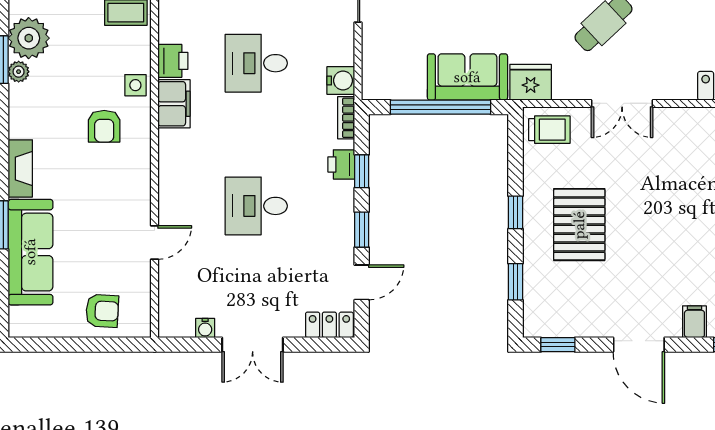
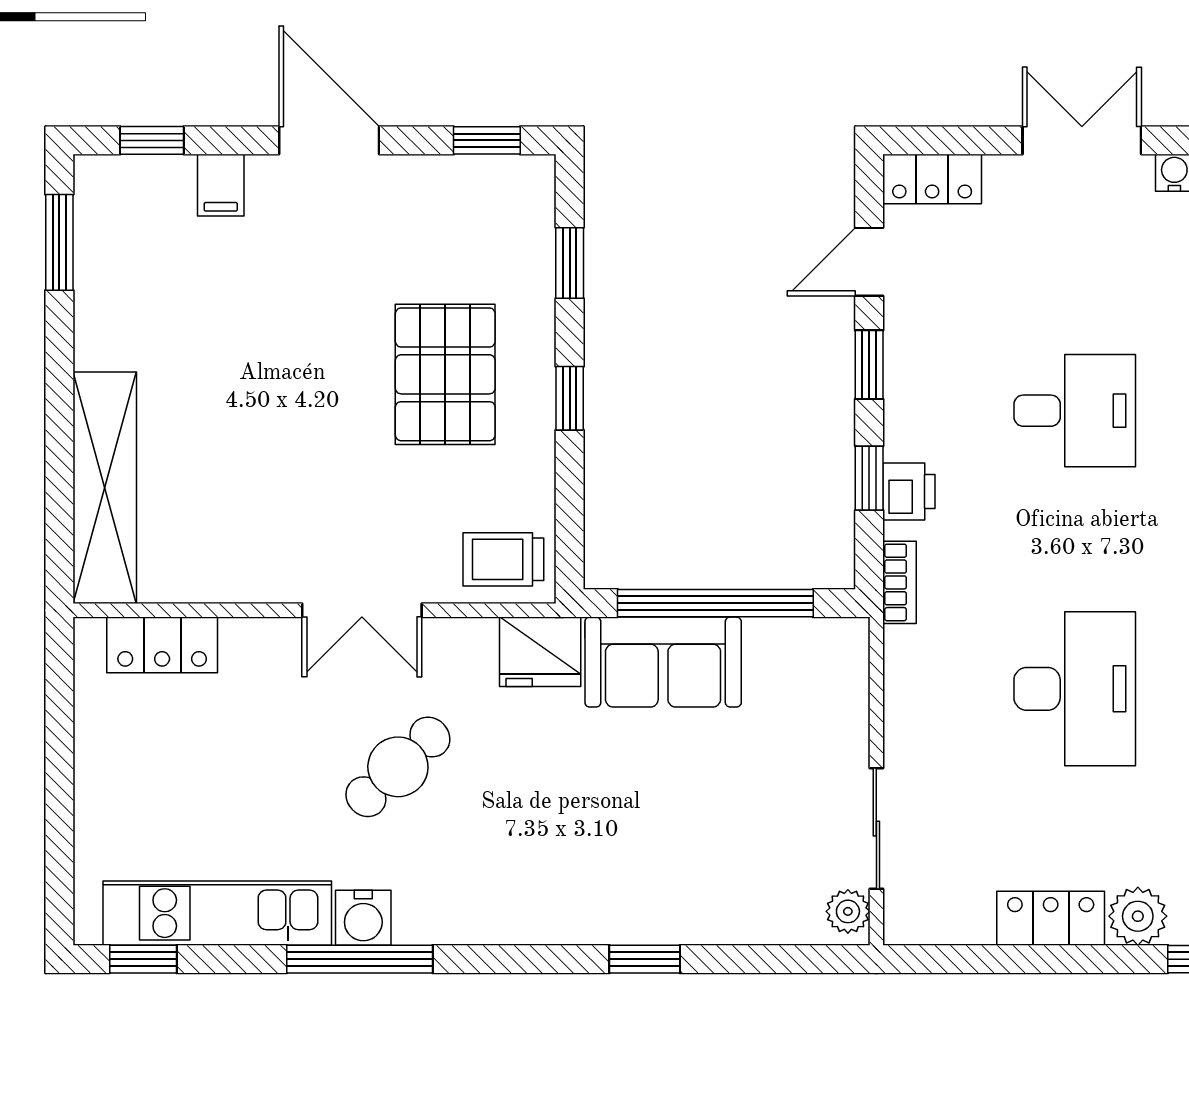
desk: (256, 63) -> (1075, 689), width x1.37
water cooler: (341, 81) -> (910, 655), removed
double door: (622, 103) -> (362, 610), swing flipped

